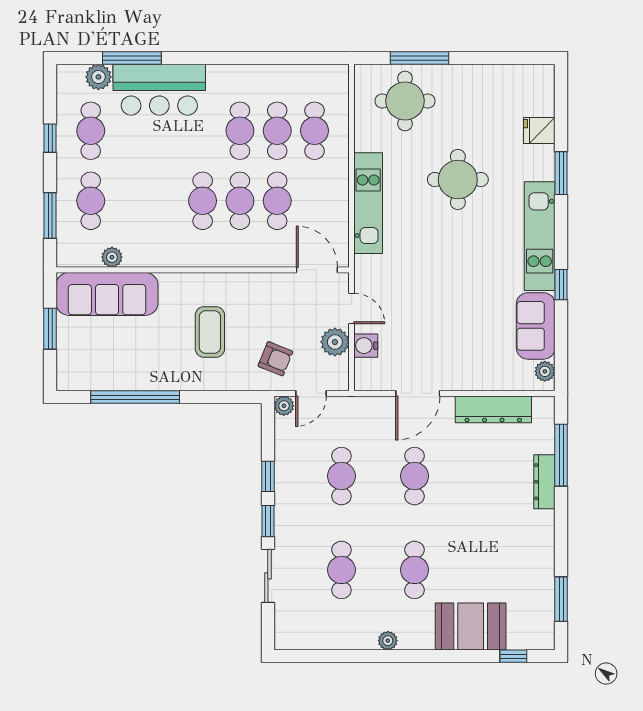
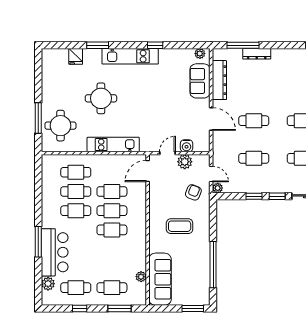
window: (132, 58) -> (38, 242), moved
sofa: (536, 326) -> (200, 81), moved, turned 90
window: (50, 329) -> (193, 309), moved

